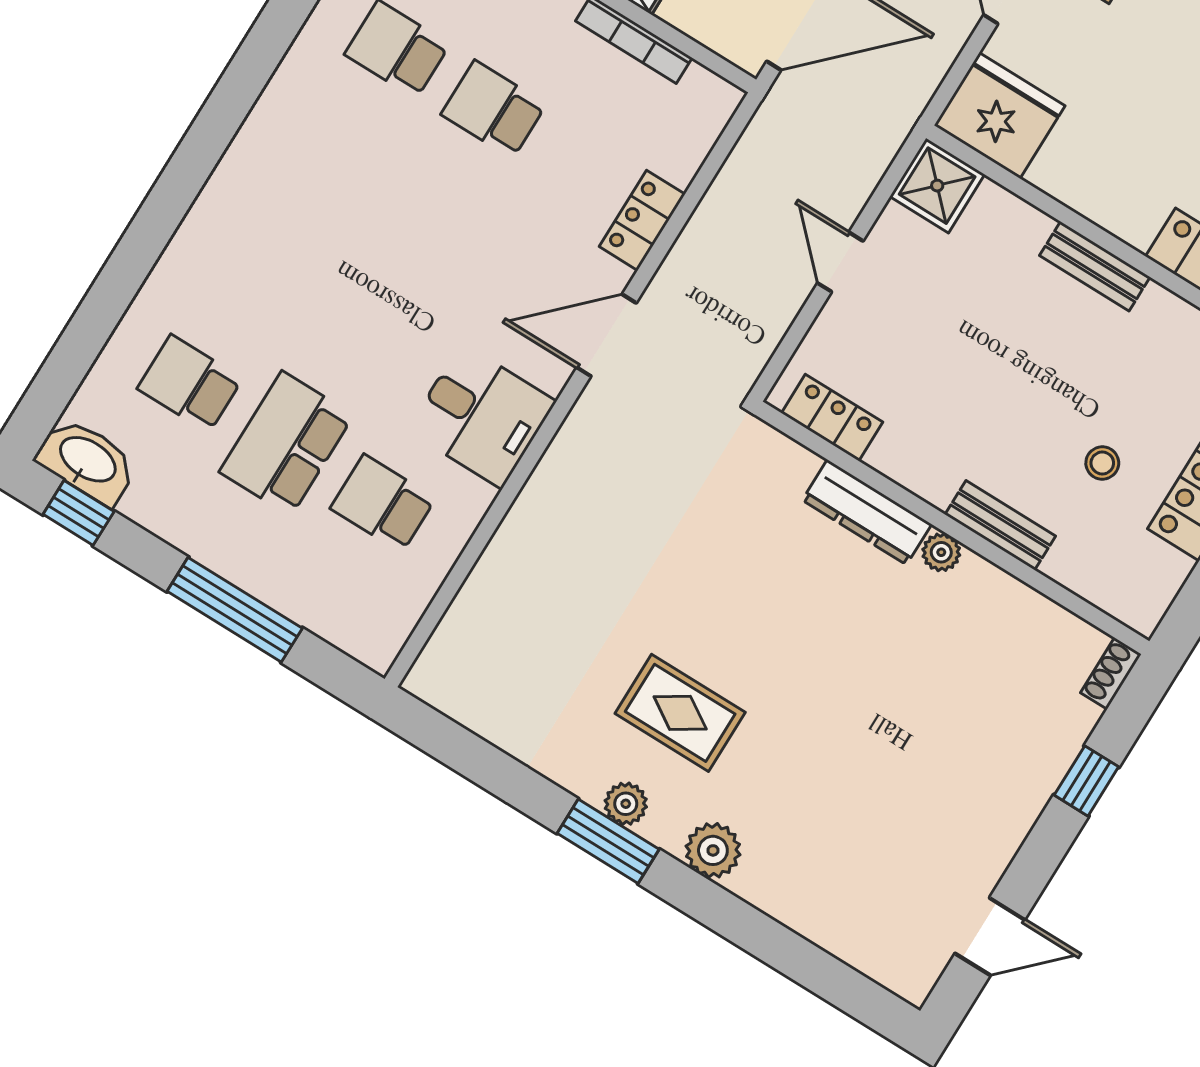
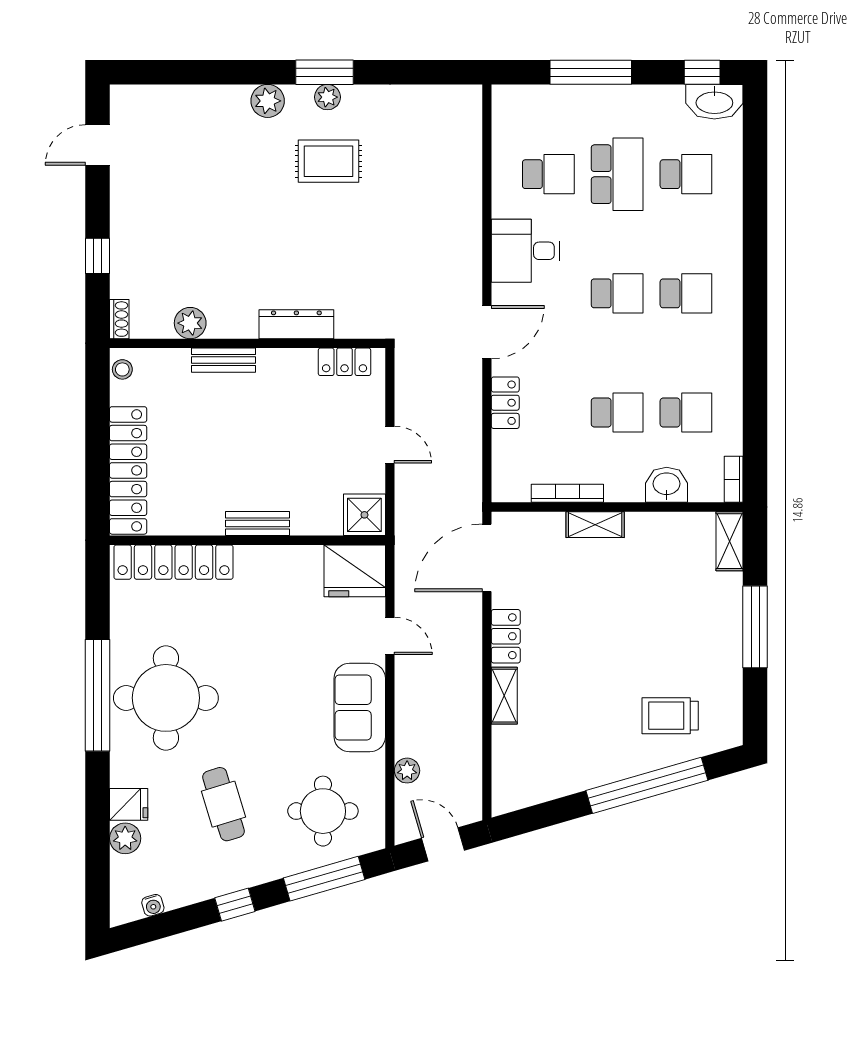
school desk: (293, 217) -> (686, 293), added
school desk: (390, 276) -> (617, 293), added
stool: (1102, 463) -> (122, 369), moved
plant: (941, 552) -> (190, 323), moved, width x1.38, depth x1.38

